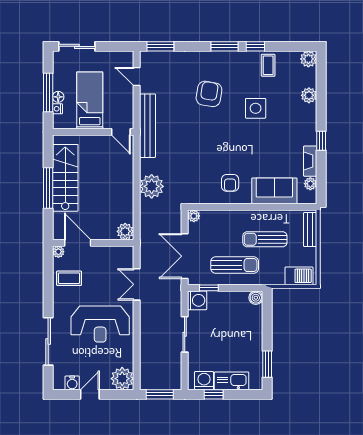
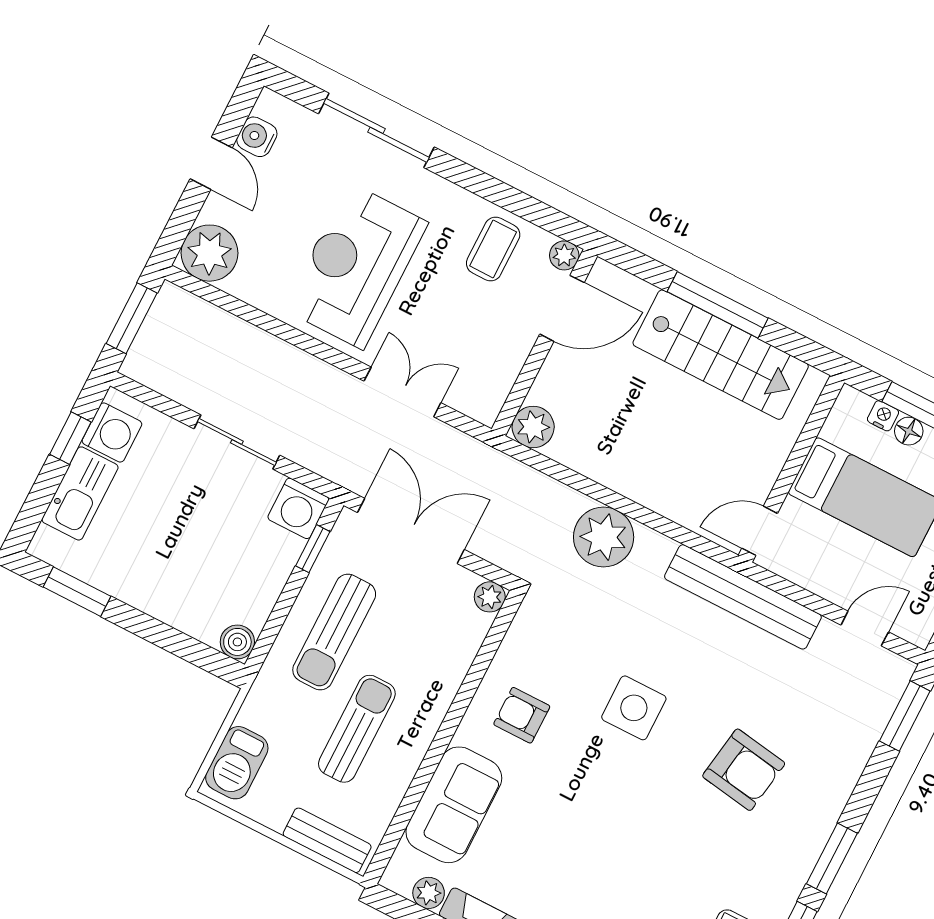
side table: (256, 108) -> (634, 708), moved

